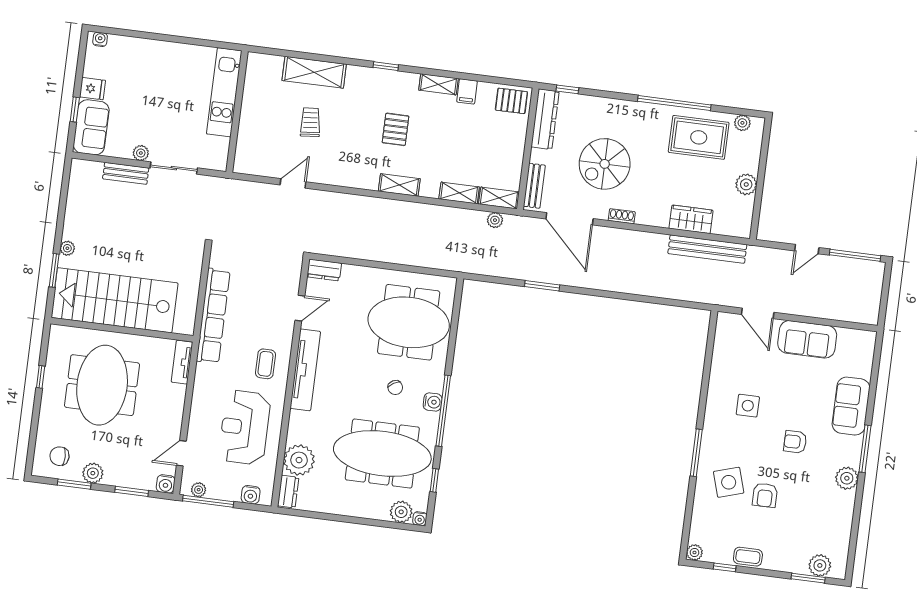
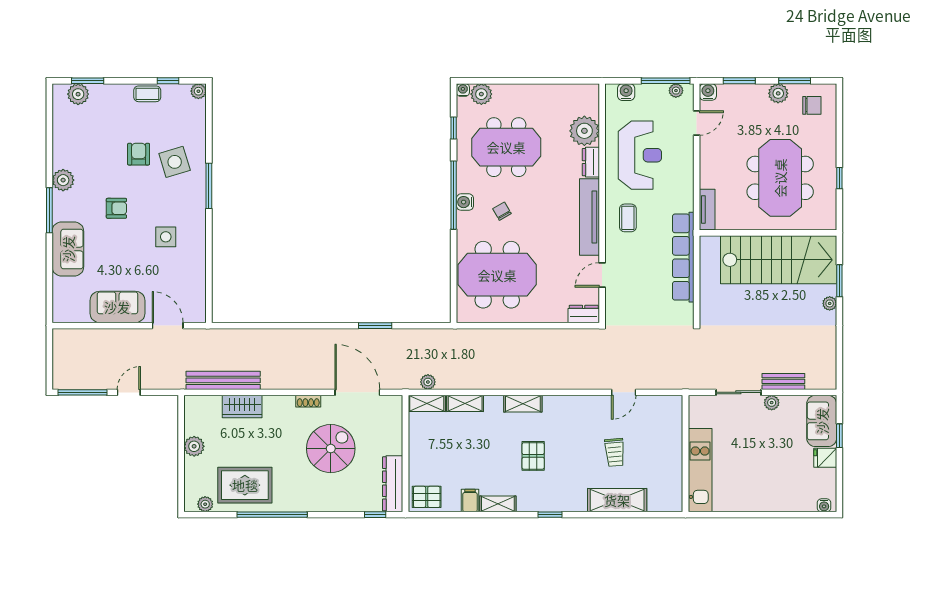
bench: (534, 186) -> (395, 419), removed
meeting table: (382, 453) -> (506, 147), width x0.73
dresser: (288, 492) -> (591, 162), moved

